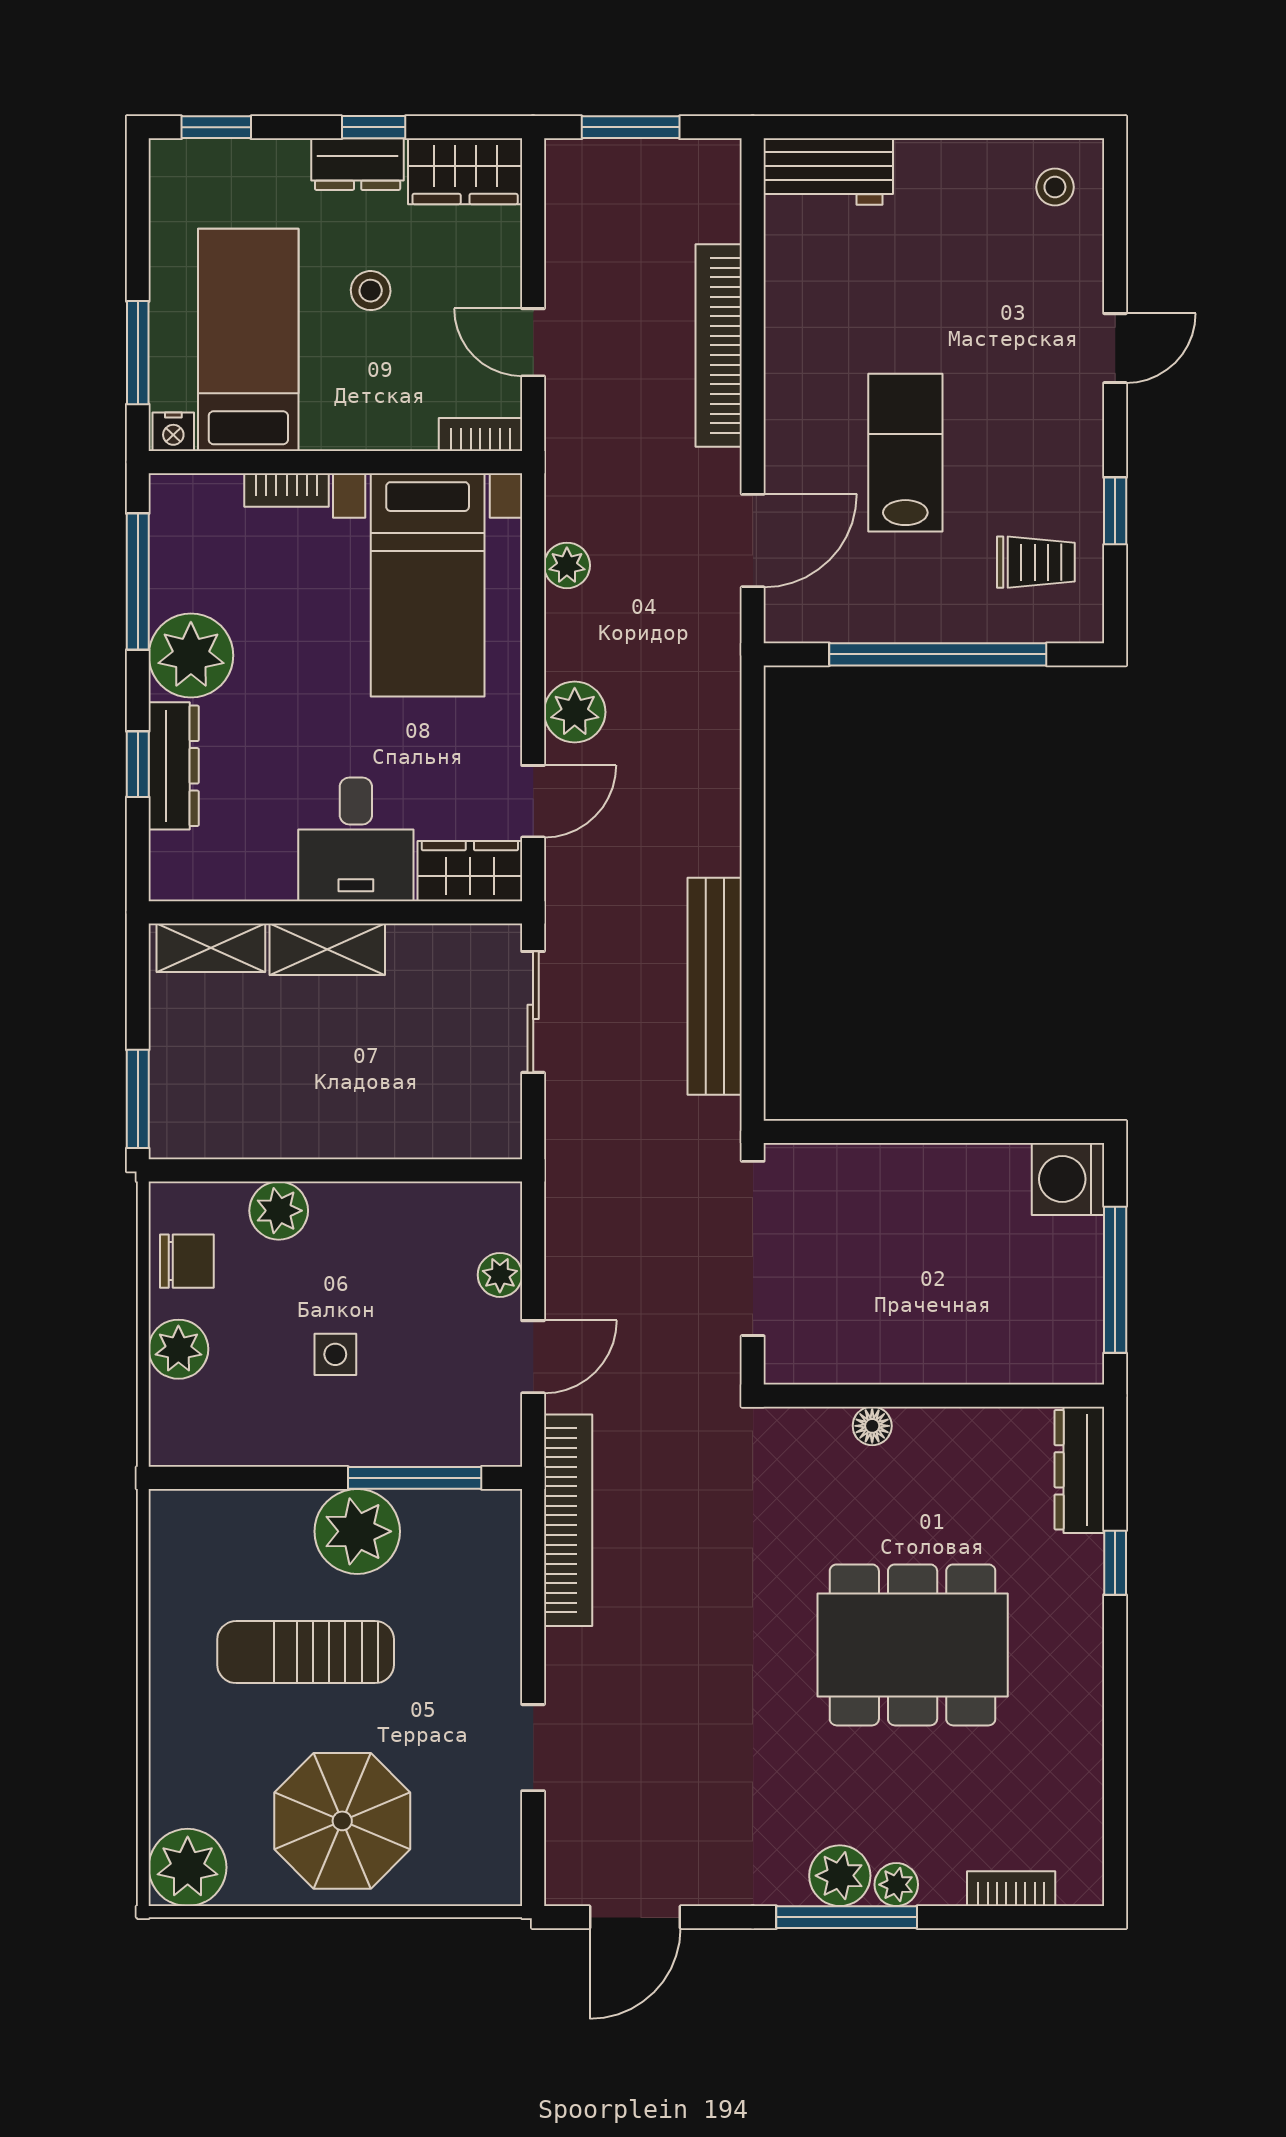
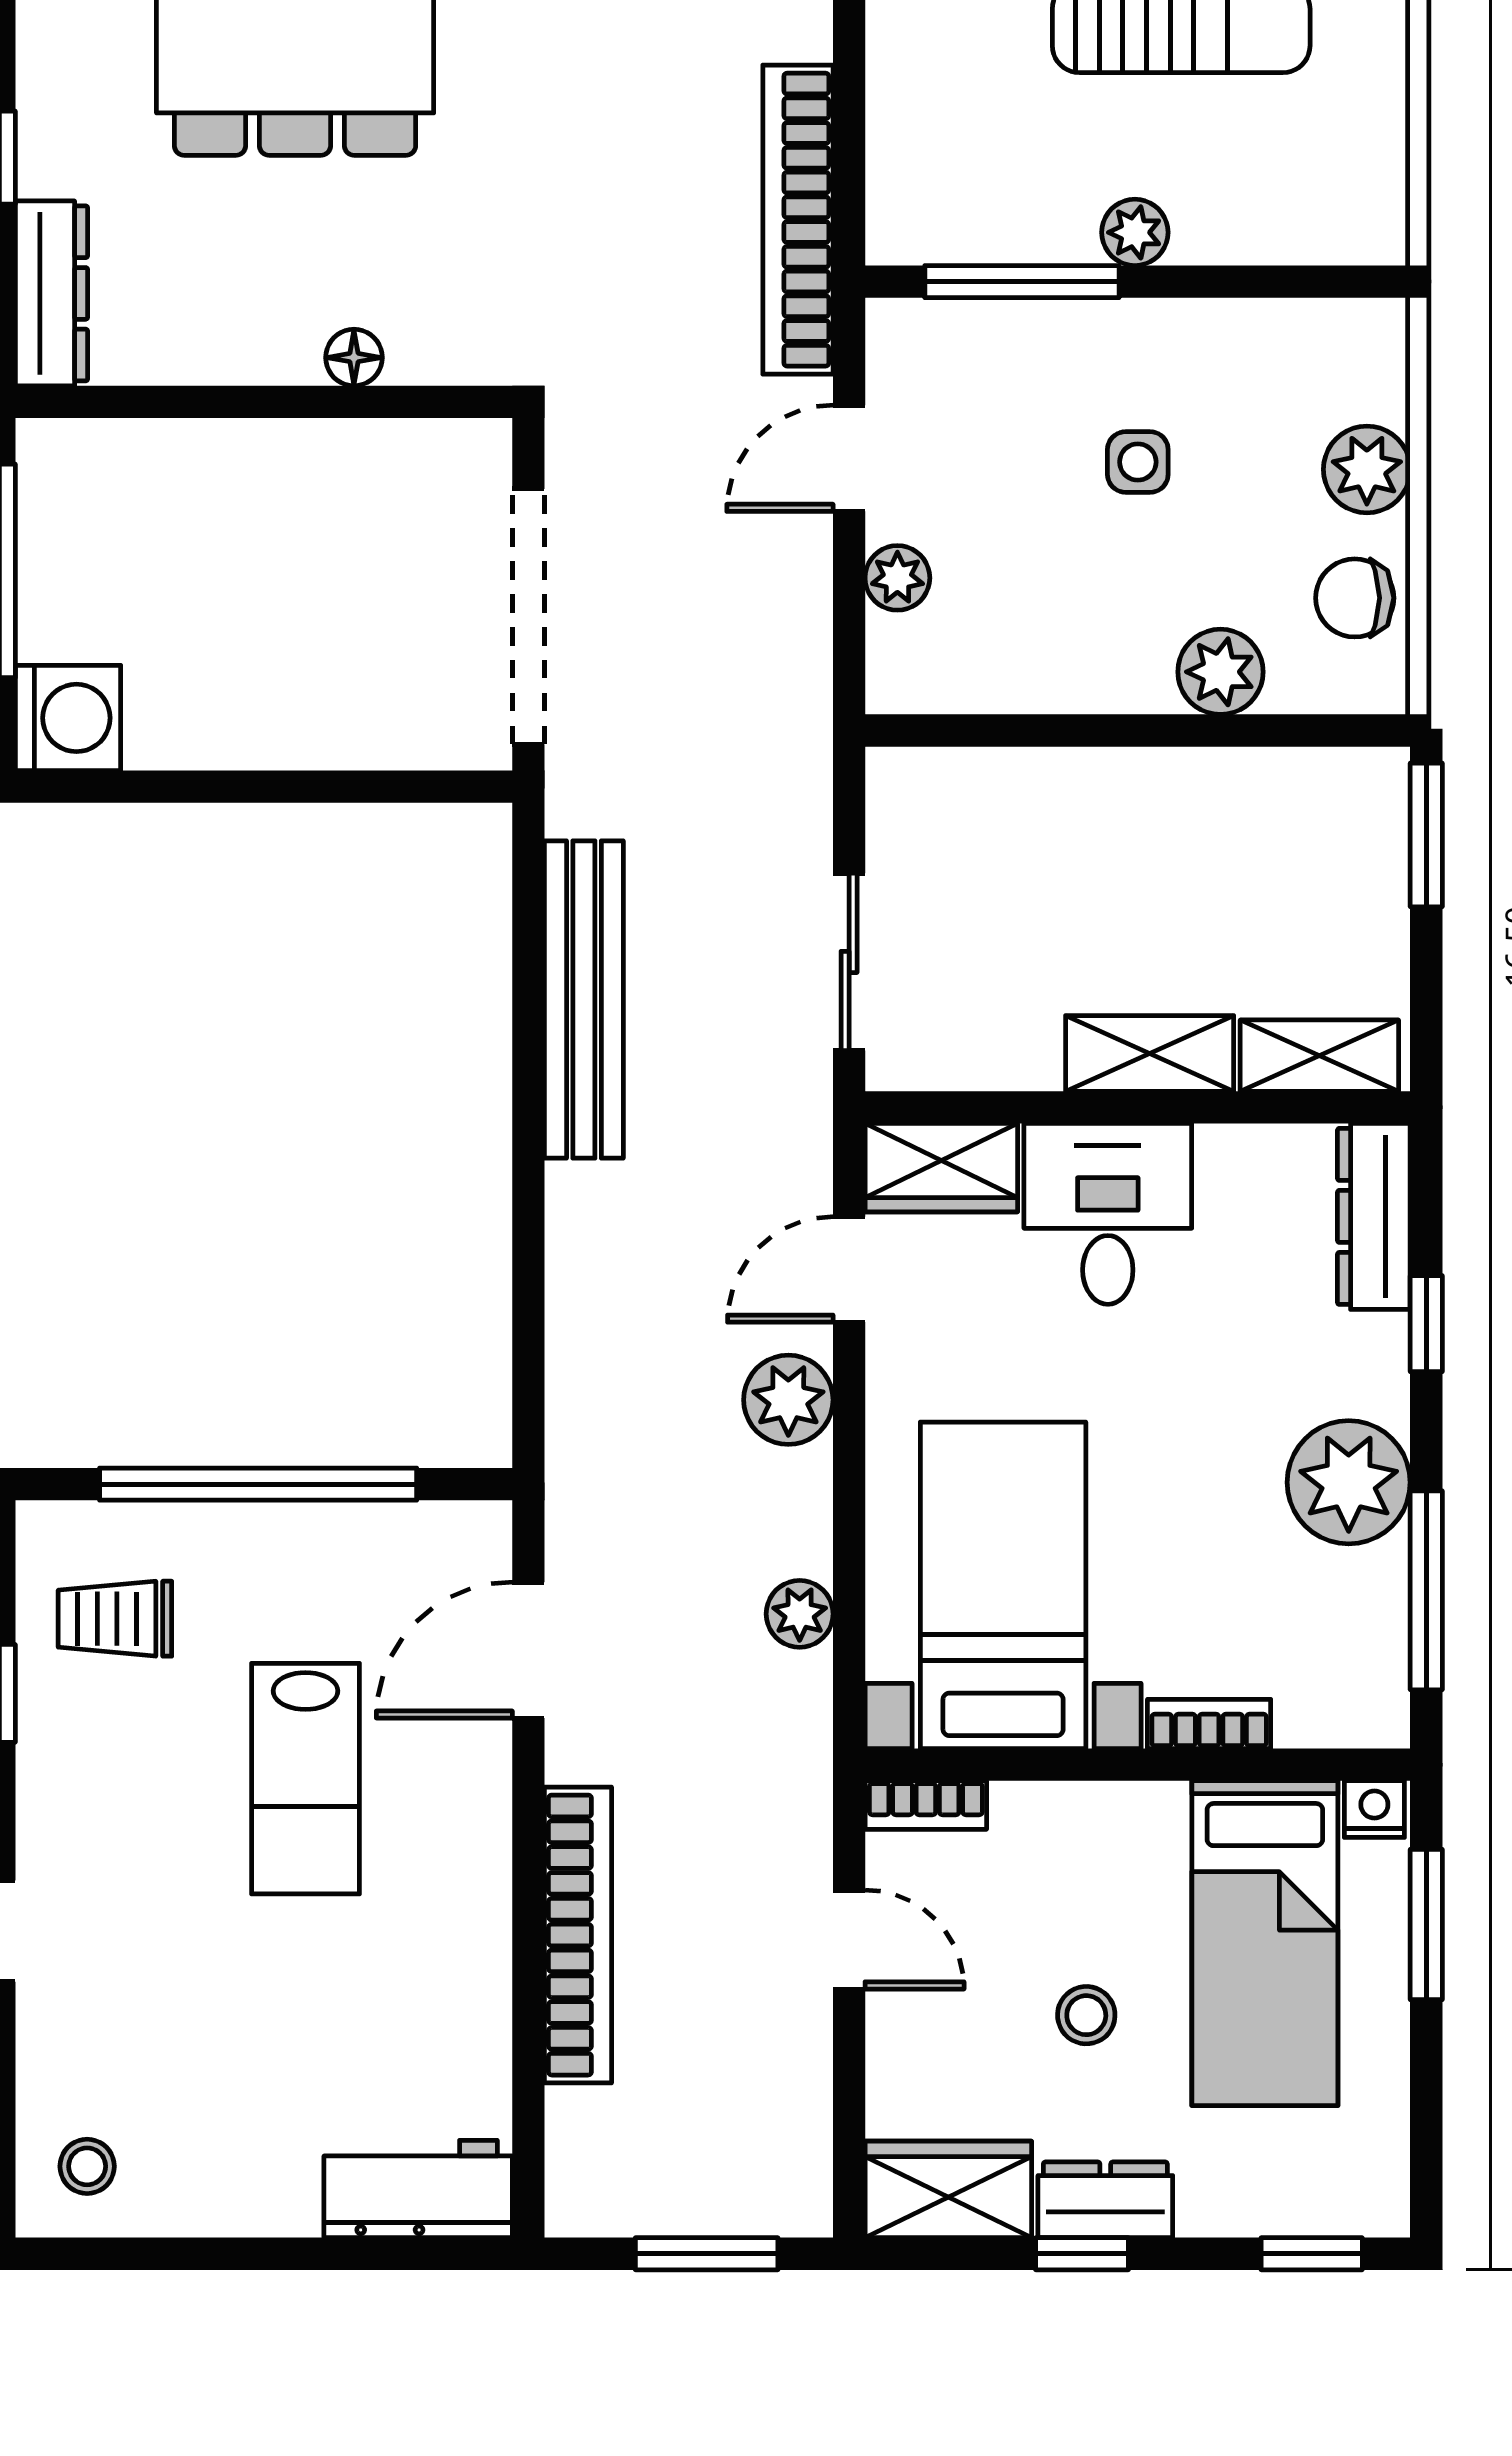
dresser: (174, 766) -> (1374, 1216), moved
plant: (357, 1531) -> (1135, 232), width x0.53, depth x0.53

